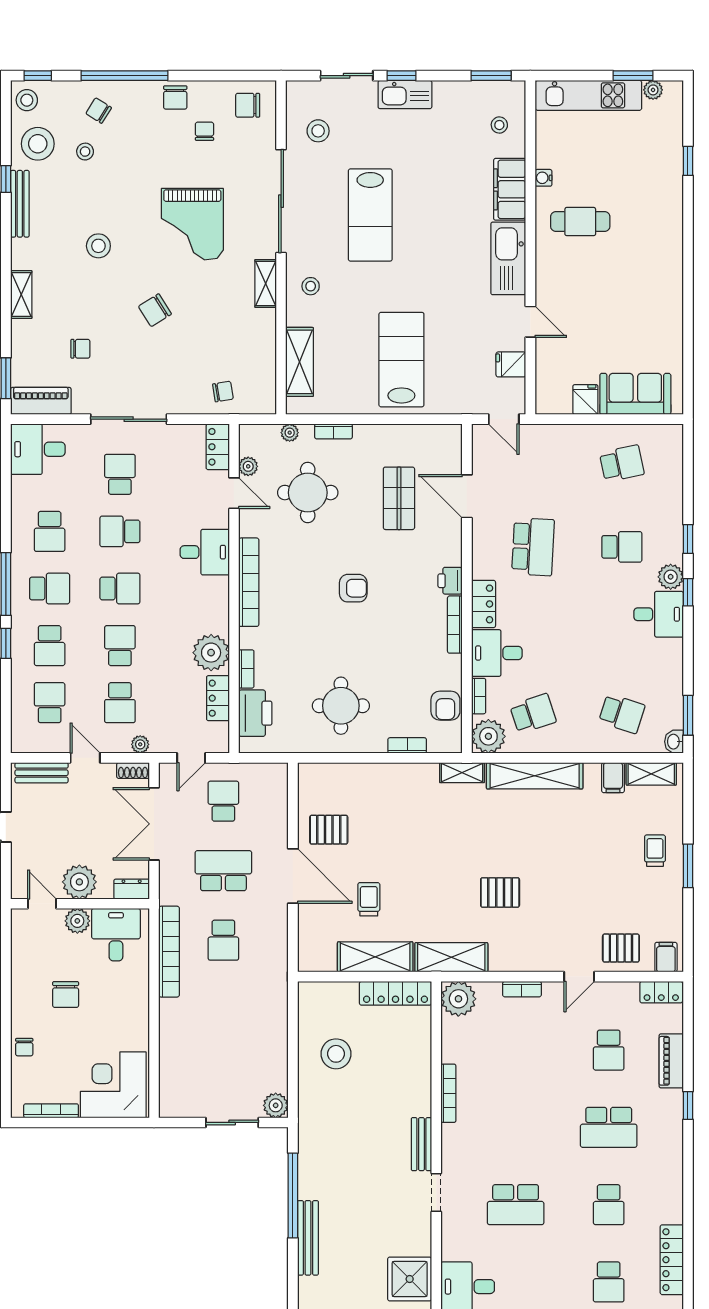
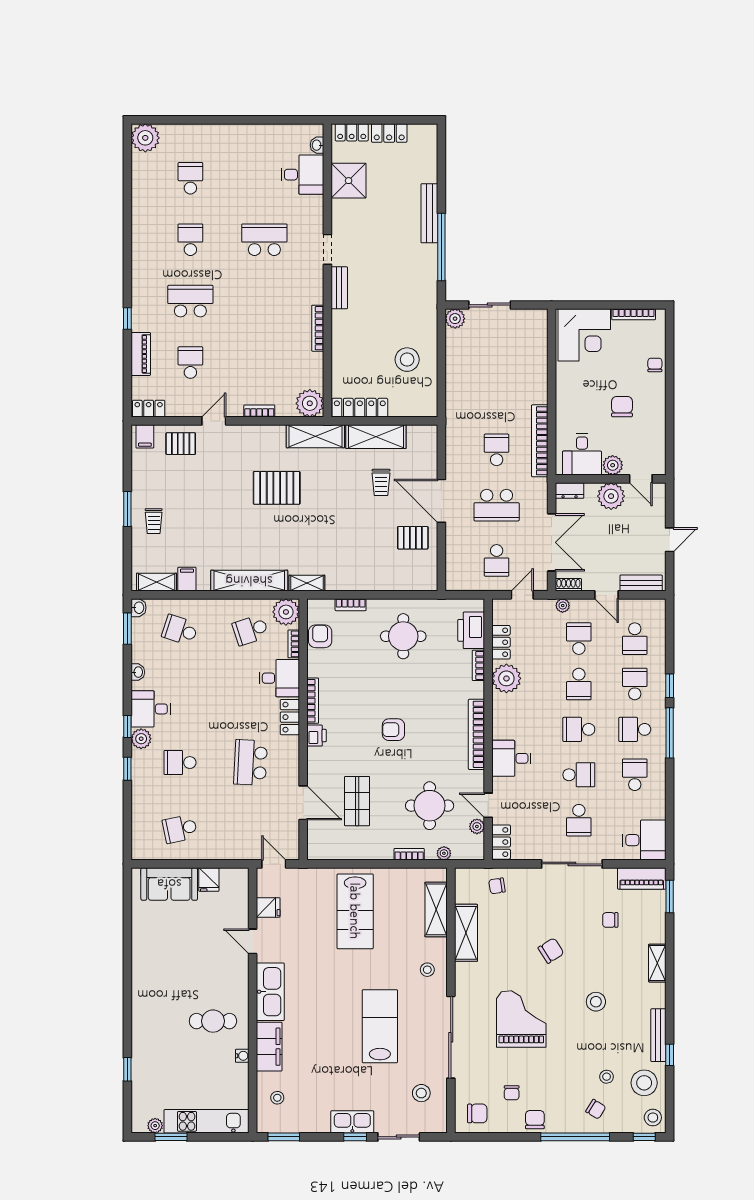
shelving: (266, 284) -> (466, 933), moved, width x1.50, depth x1.33
washbasin: (675, 661) -> (138, 672), added
pallet: (500, 892) -> (277, 488), width x1.50, depth x1.42
locker: (672, 1260) -> (140, 196), removed

